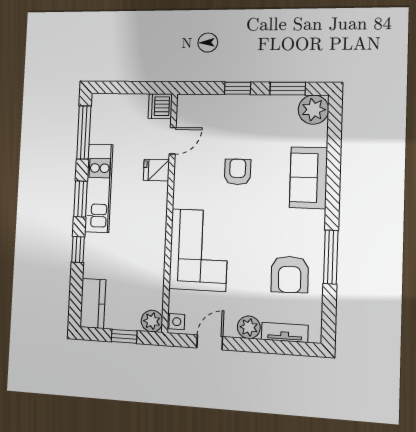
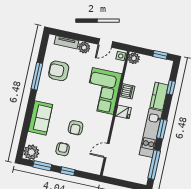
dishwasher: (160, 106) -> (127, 91), moved
armchair: (255, 127) -> (63, 149), added
fridge: (156, 170) -> (123, 112), moved
window: (78, 250) -> (171, 88), moved
armchair: (290, 274) -> (59, 71), turned -89
kitchen counter: (93, 303) -> (159, 96), moved
window: (124, 336) -> (160, 55), moved

